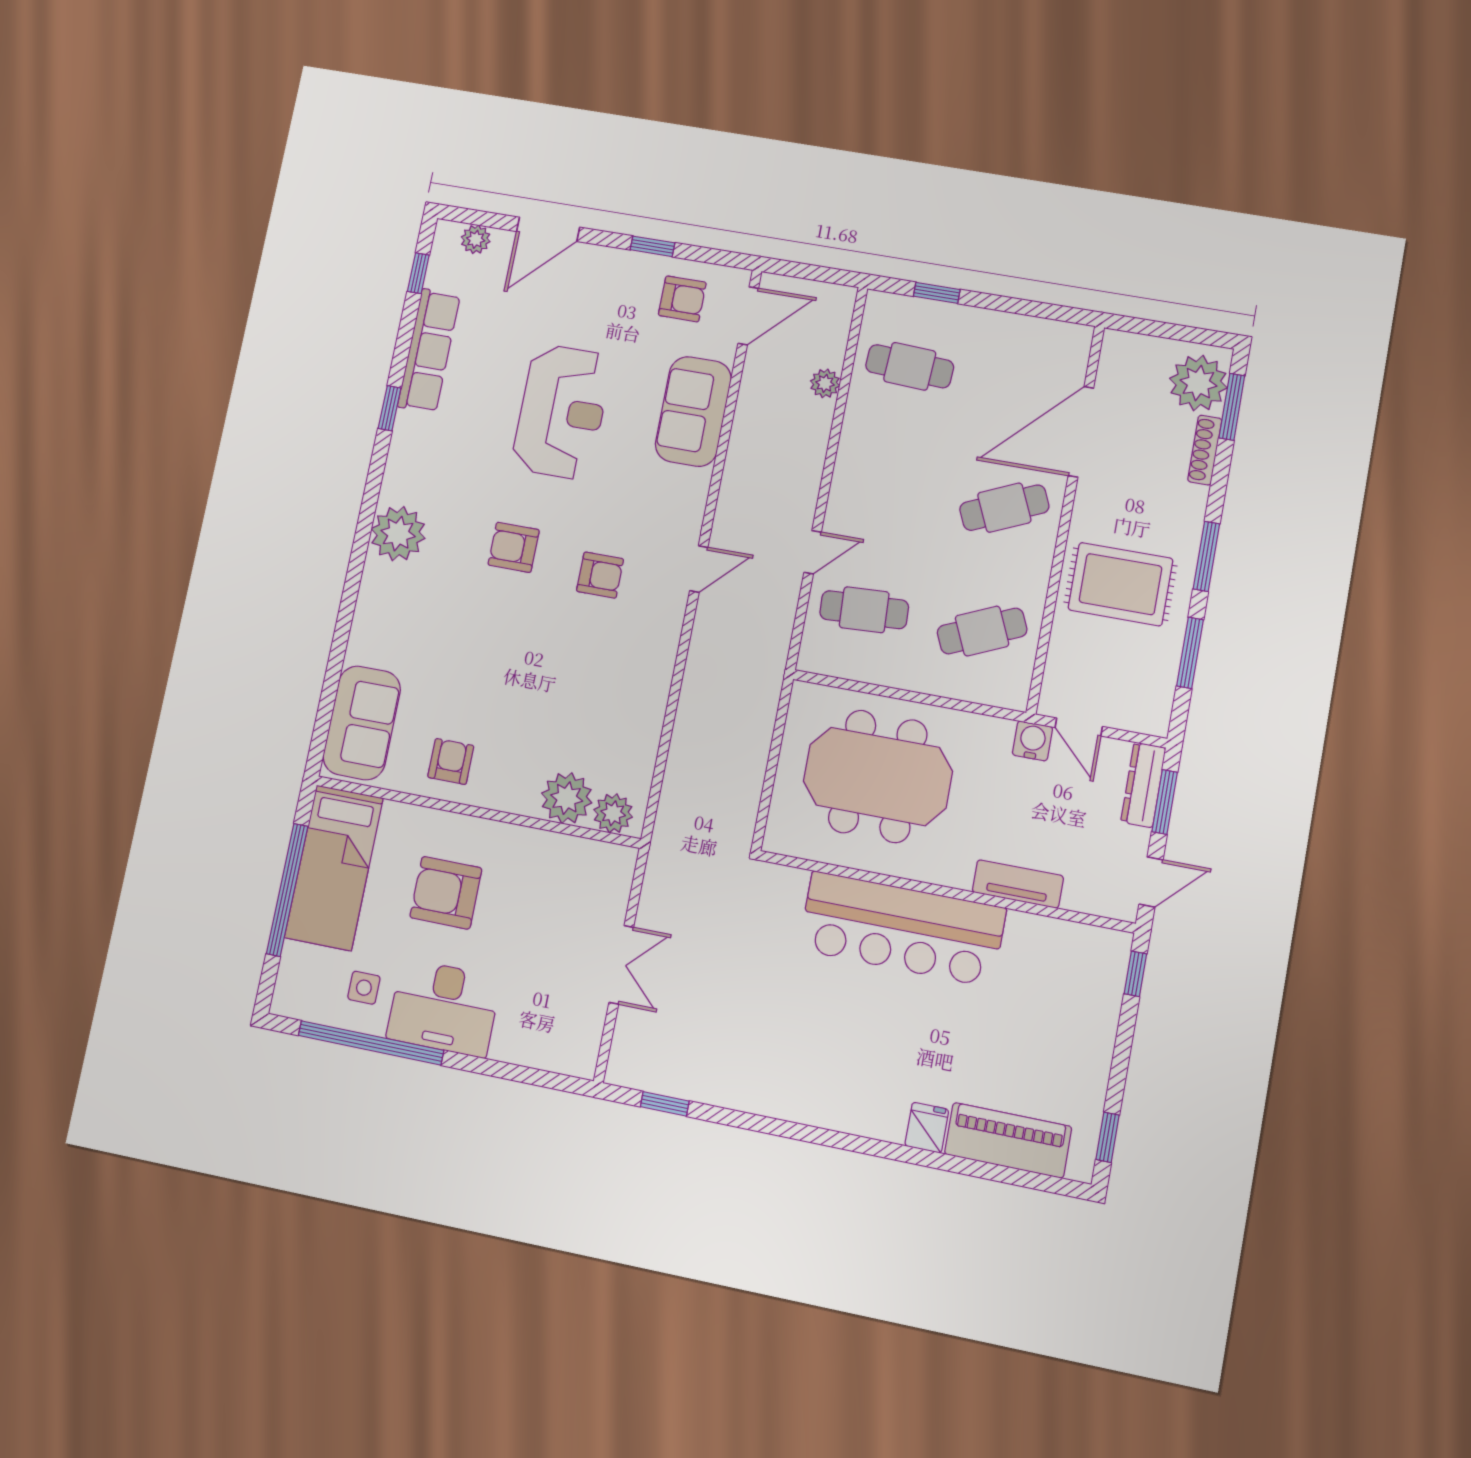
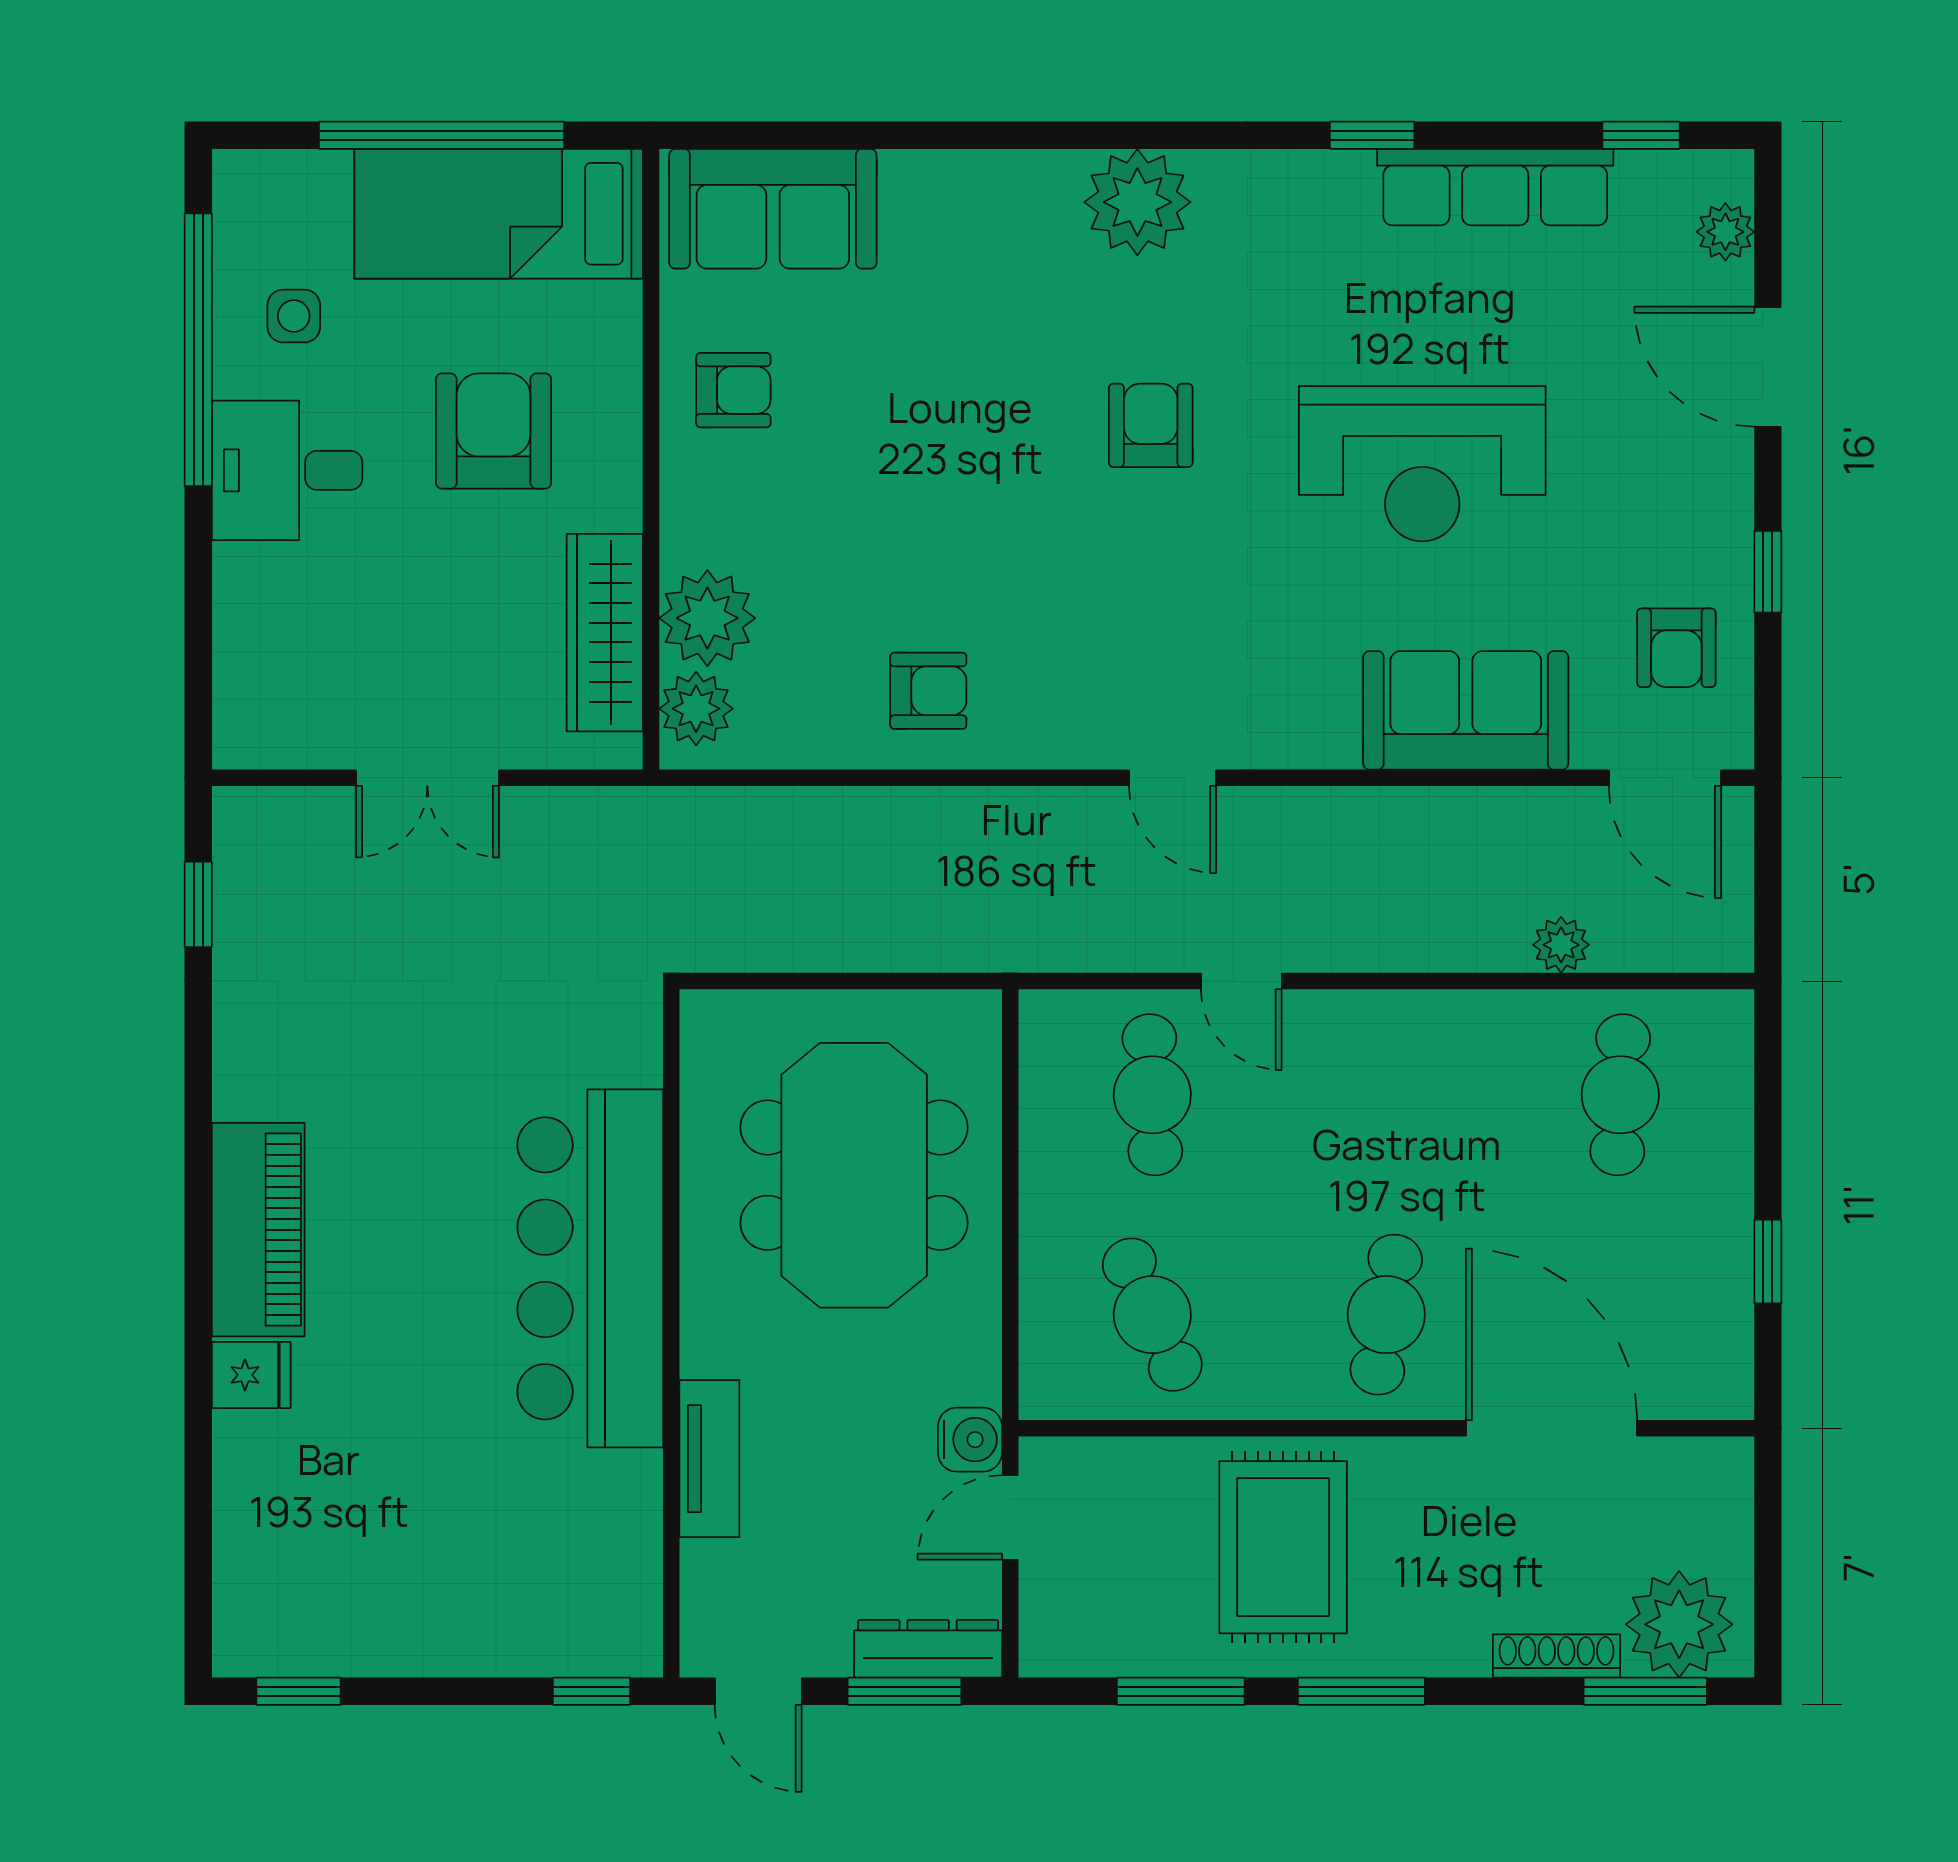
window: (937, 293) -> (1768, 1262), moved
cafe table: (1004, 508) -> (1386, 1315), turned 33
armchair: (600, 575) -> (928, 691), moved, turned -90
wardrobe: (563, 854) -> (605, 633), added
desk: (444, 1008) -> (287, 470), width x0.73
piano: (1008, 1140) -> (258, 1230), moved

